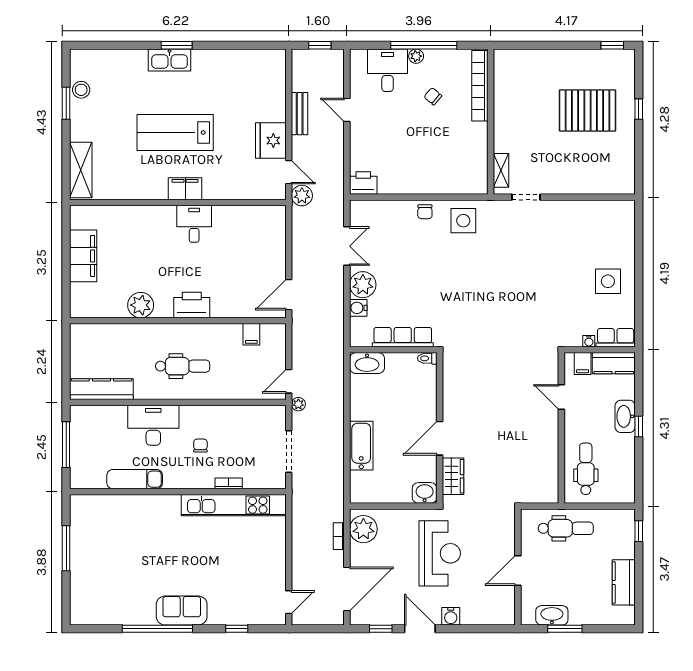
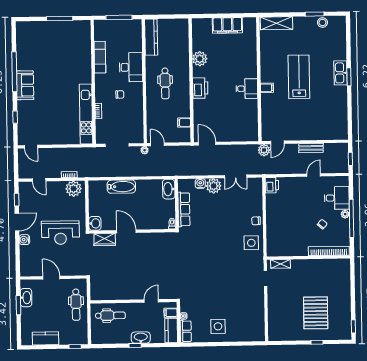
fridge: (271, 140) -> (295, 132), removed
filing cabinet: (185, 189) -> (267, 88), width x0.50
door: (347, 589) -> (39, 180), width x0.53

